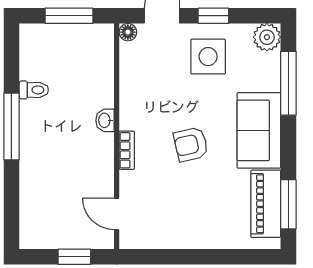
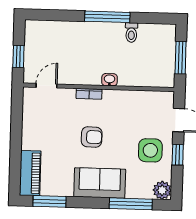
floor lamp: (128, 32) -> (168, 97), removed
armchair: (191, 144) -> (92, 137), turned 104
piano: (266, 204) -> (30, 173), moved, turned 90

